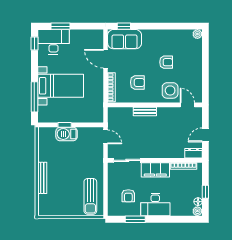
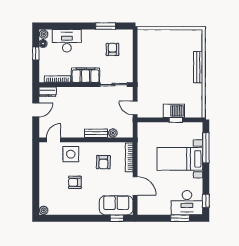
armchair: (137, 82) -> (103, 162), turned -89
door: (187, 105) -> (54, 140), swing flipped
plant: (128, 112) -> (113, 133), added
sun lounger: (90, 196) -> (150, 49), removed
desk: (155, 204) -> (67, 41), moved

